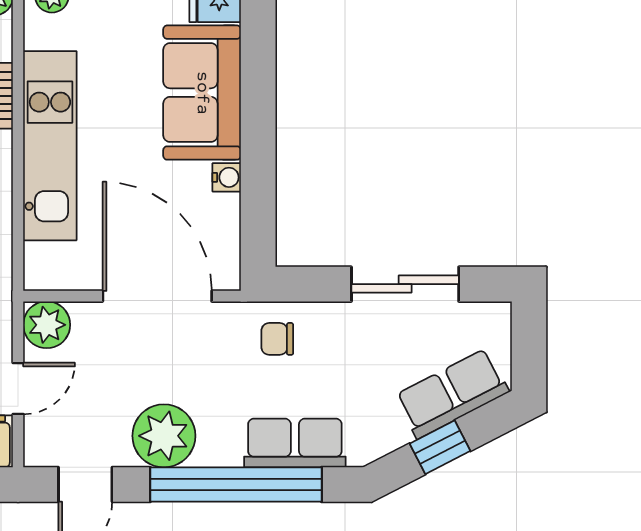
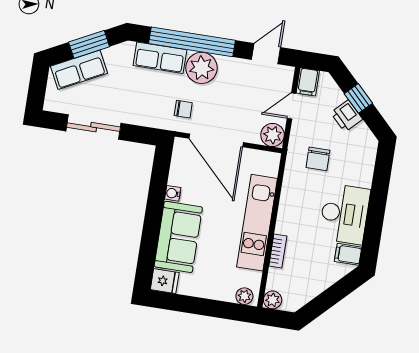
chair: (277, 339) -> (183, 109), moved
plant: (164, 436) -> (201, 68), moved
window: (440, 447) -> (89, 44), width x1.50

